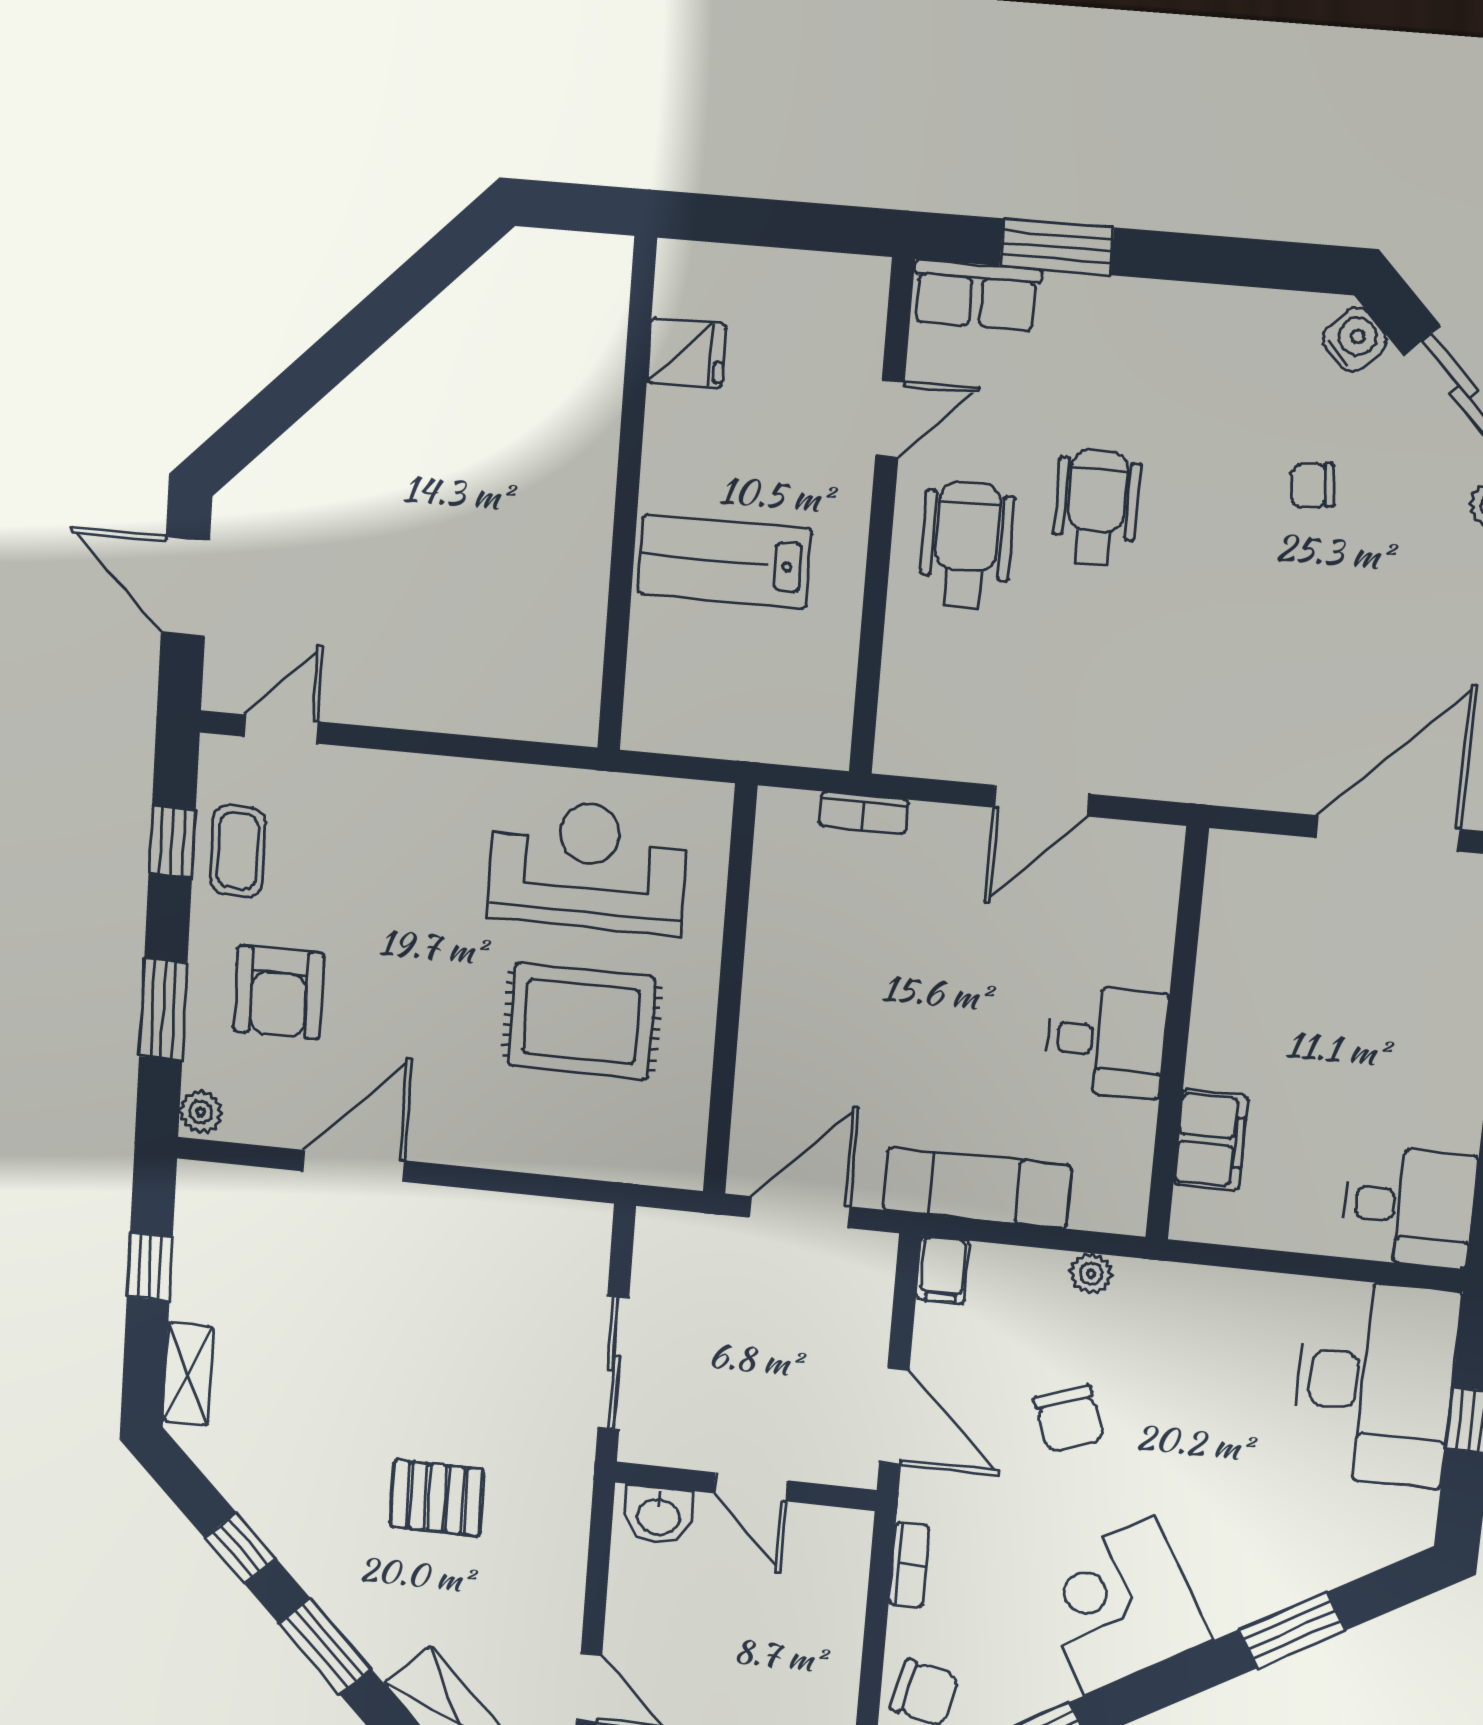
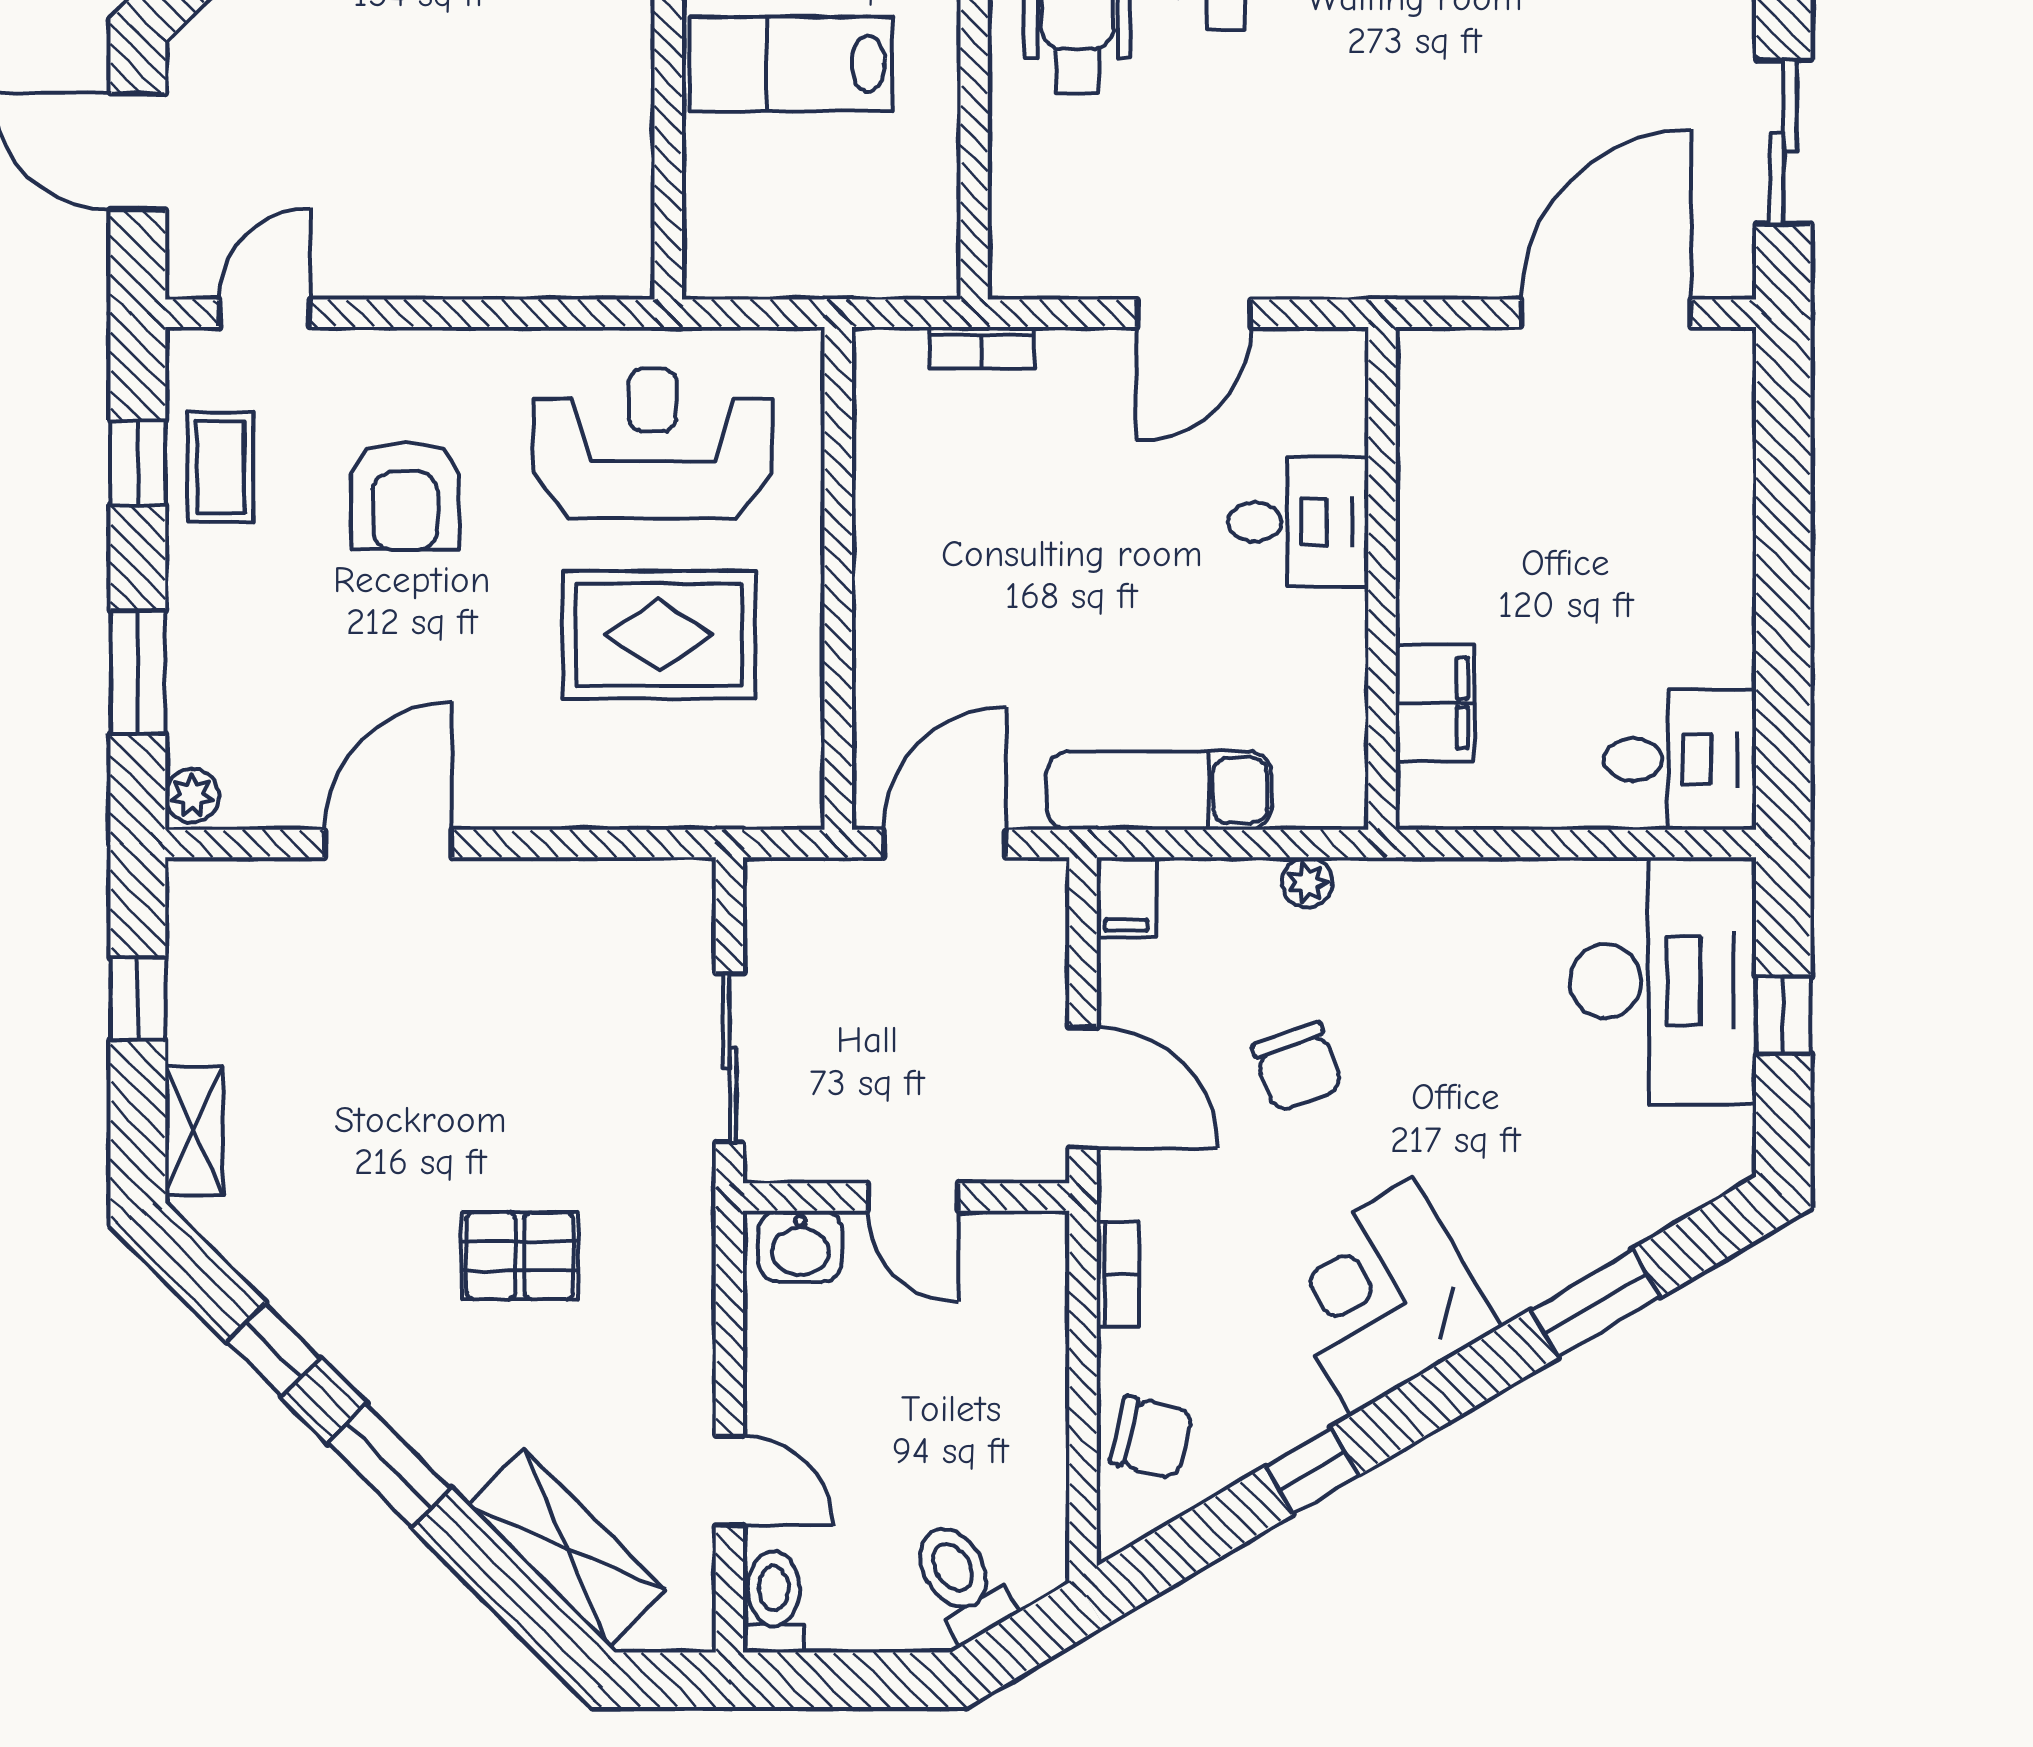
armchair: (279, 992) -> (405, 496), moved
desk: (1106, 1041) -> (1298, 522), moved

